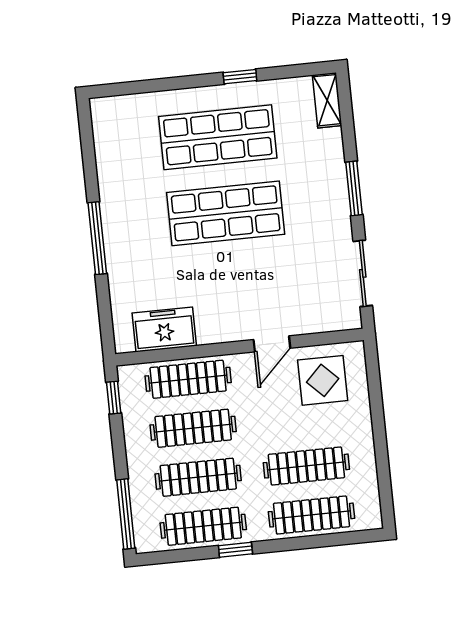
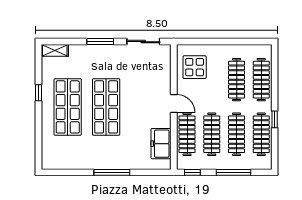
door: (272, 344) -> (174, 103), moved
window: (126, 514) -> (233, 172), moved

